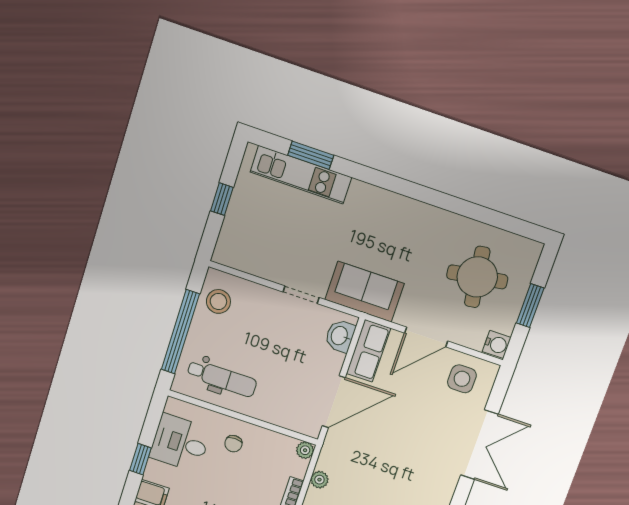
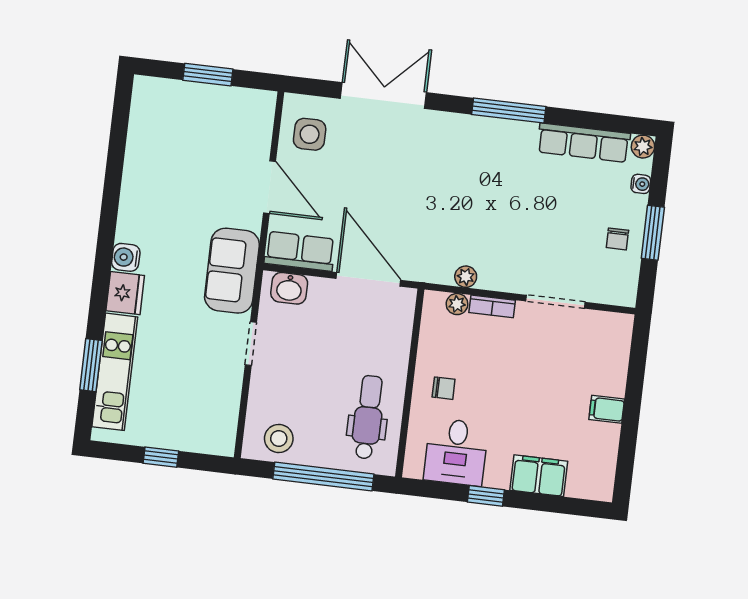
fridge: (365, 198) -> (125, 293), added
round table: (477, 277) -> (188, 144), removed
water cooler: (497, 344) -> (126, 257), moved, turned -90
plant: (305, 450) -> (457, 304), moved

